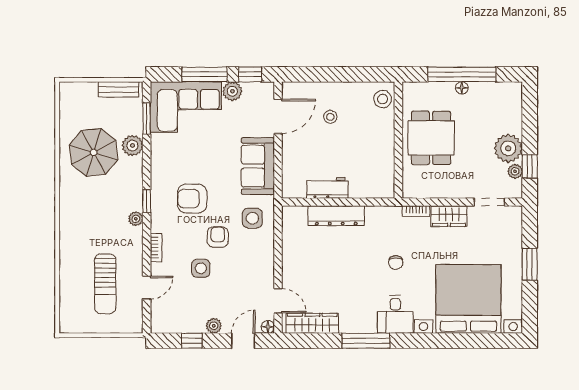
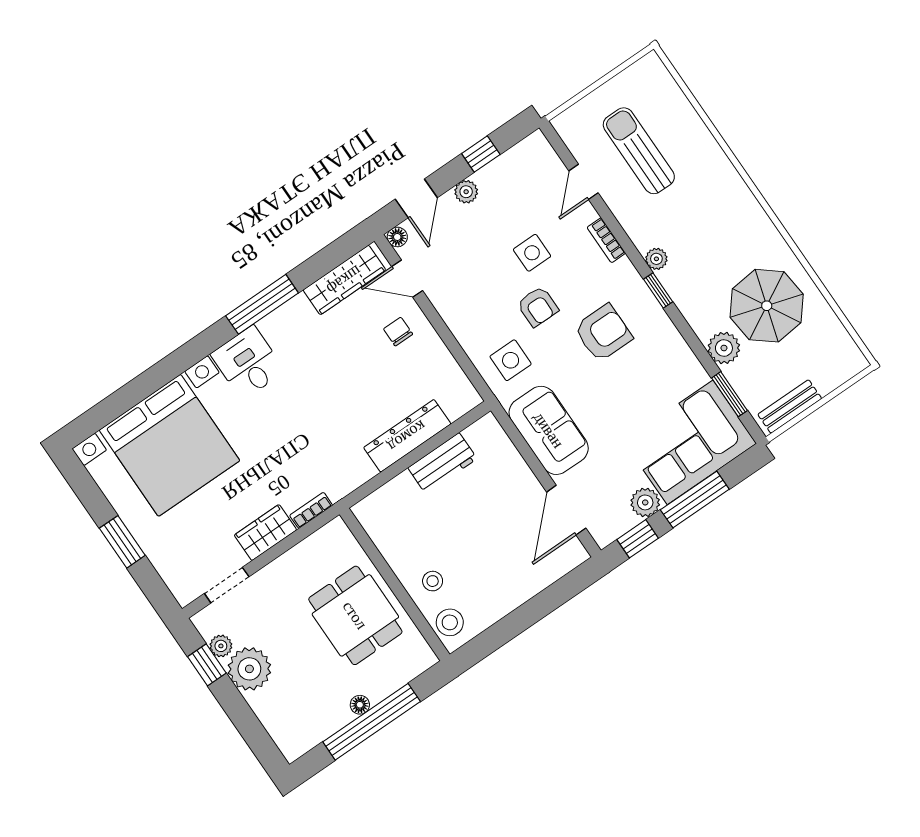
stool: (330, 117) -> (433, 581), moved
chair: (396, 262) -> (398, 332), moved

